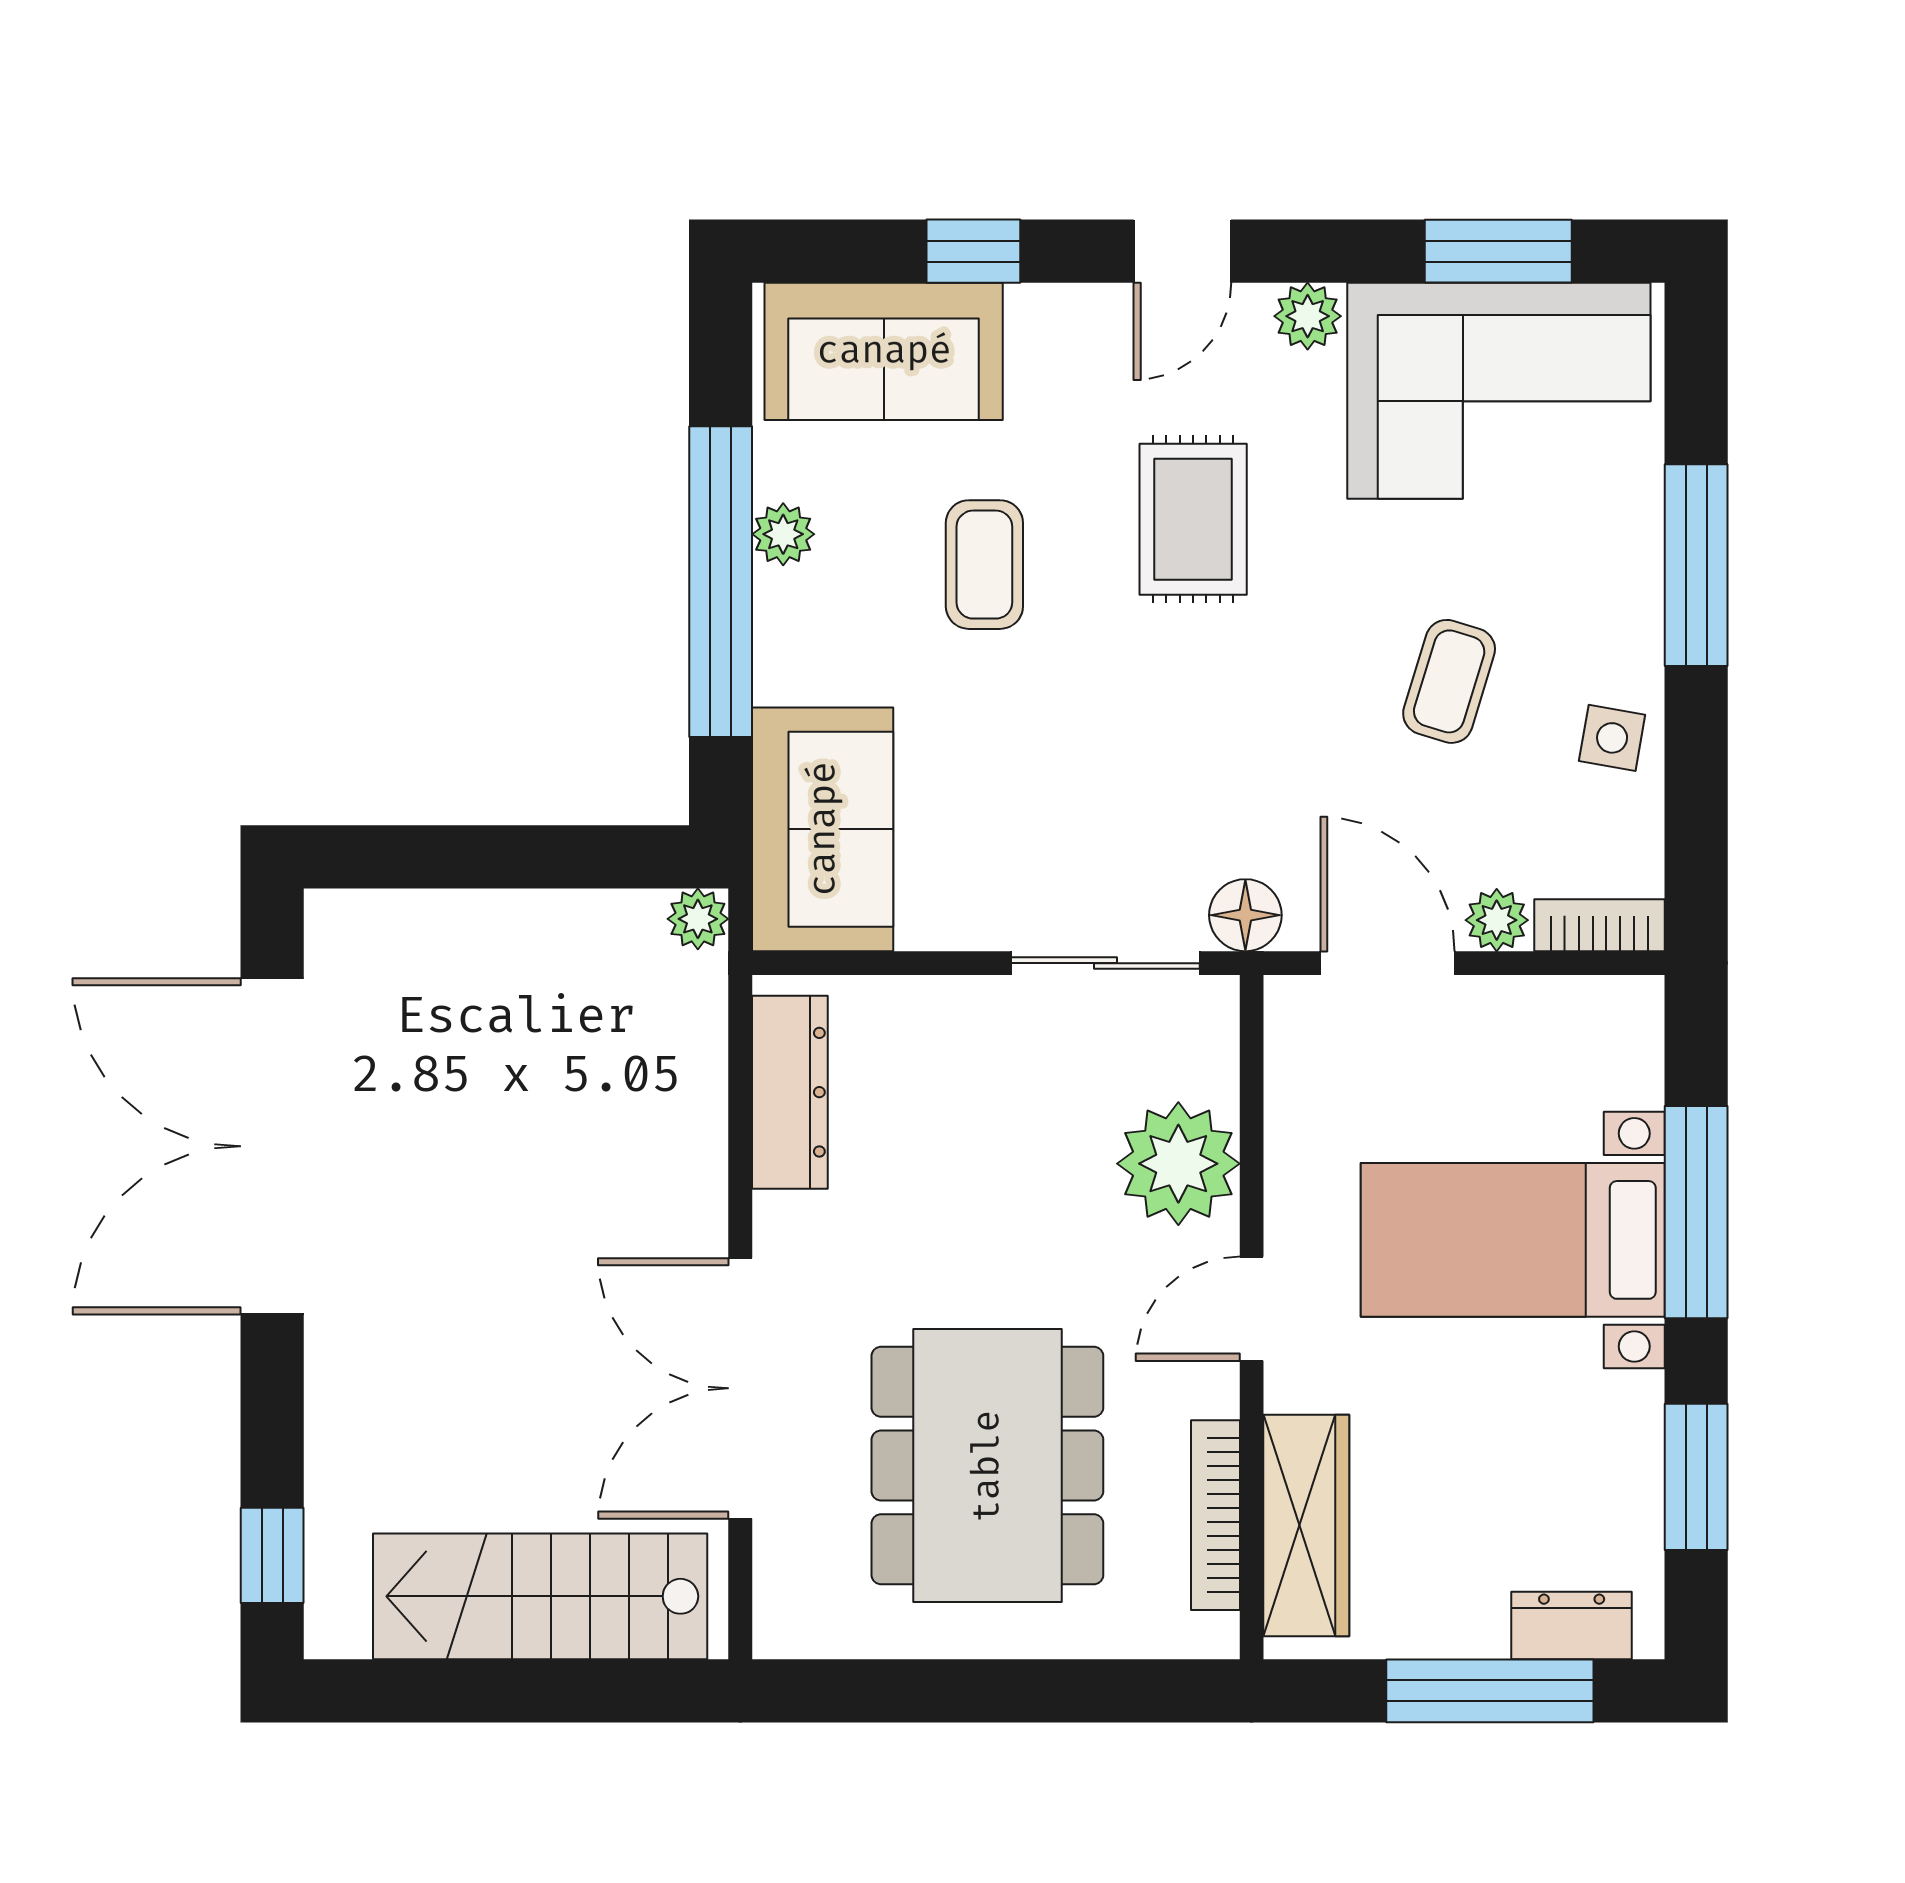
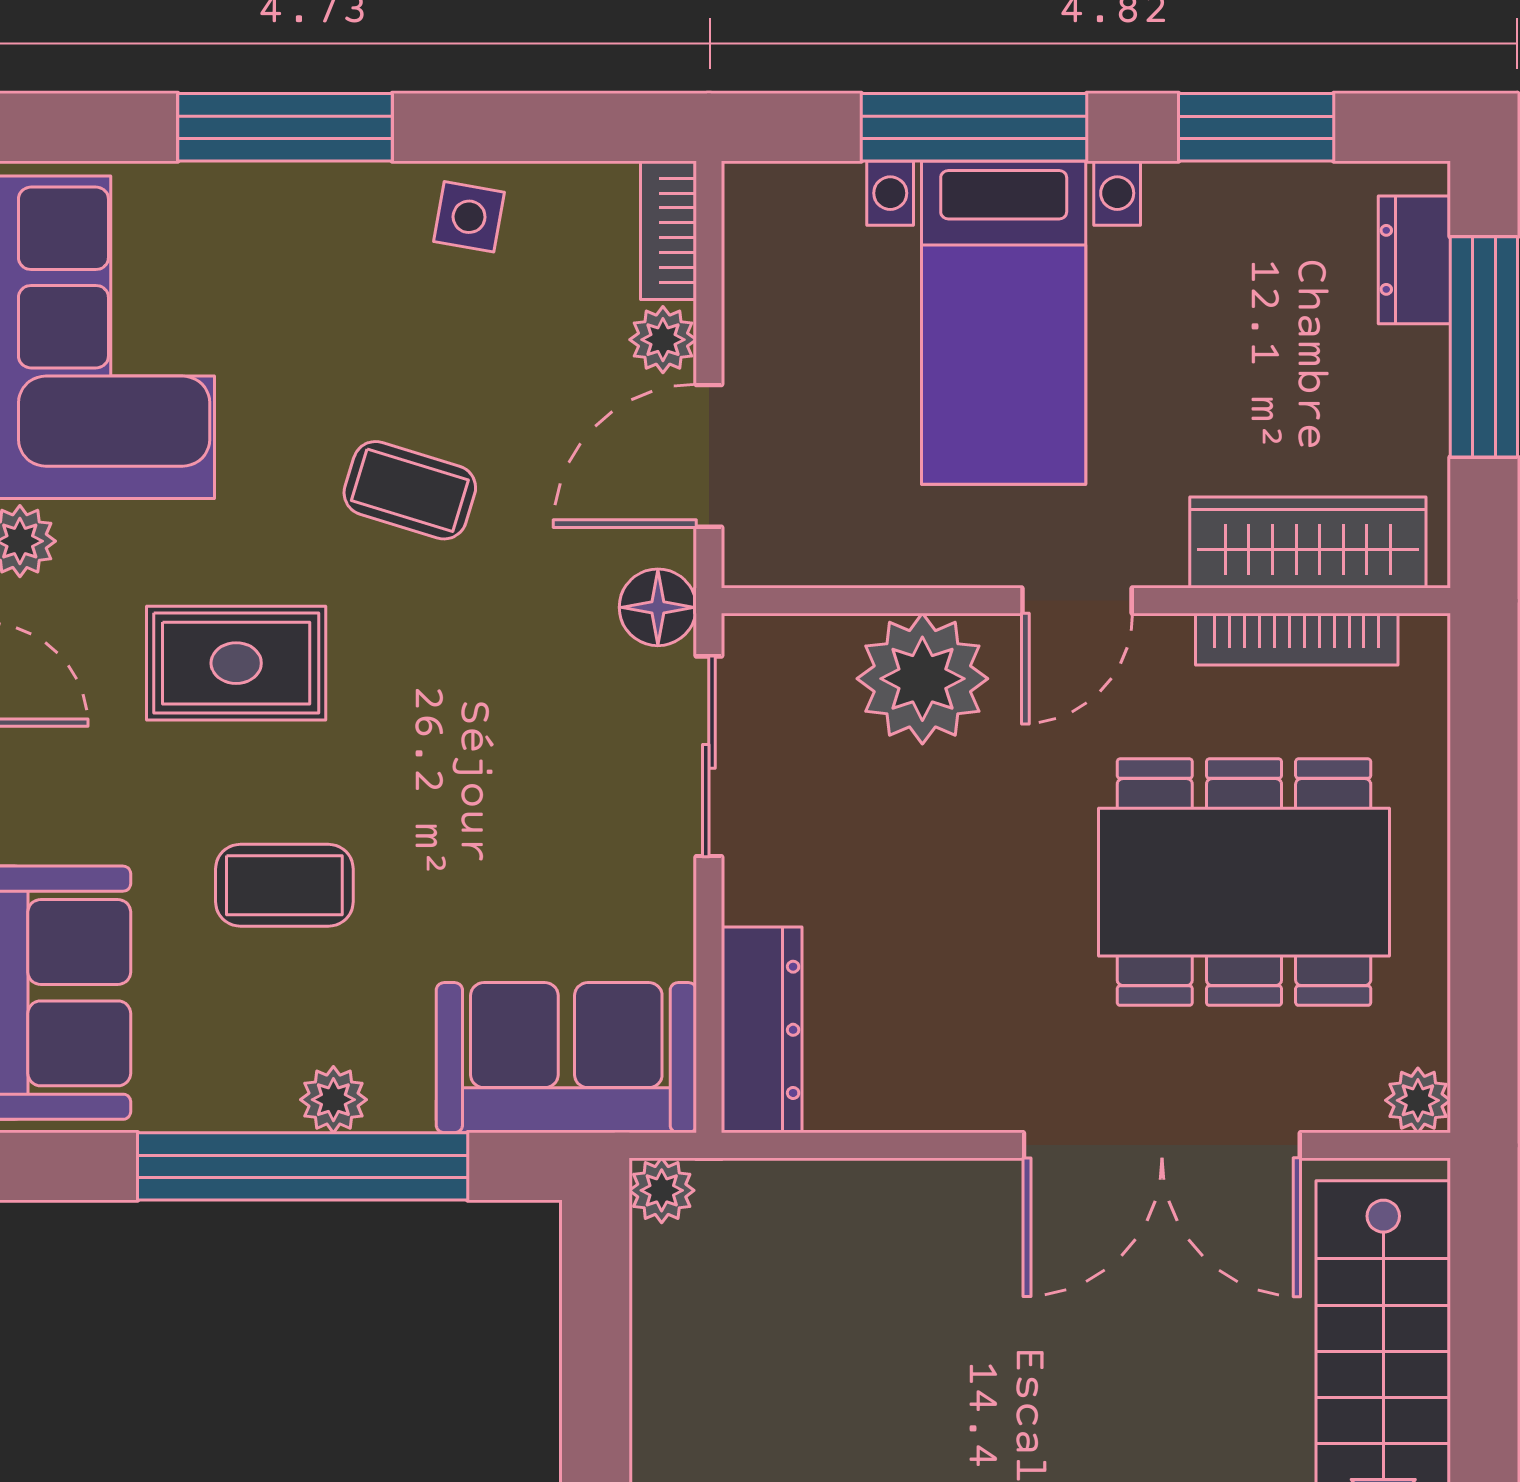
plant: (783, 534) -> (333, 1100), moved
coffee table: (1449, 681) -> (410, 490), moved
dresser: (790, 1092) -> (762, 1030), moved, turned 90
door: (1252, 1309) -> (1077, 601), hinge flipped
plant: (783, 1629) -> (1418, 1100), added

